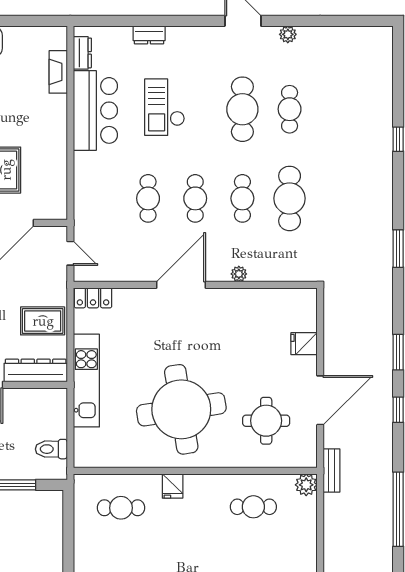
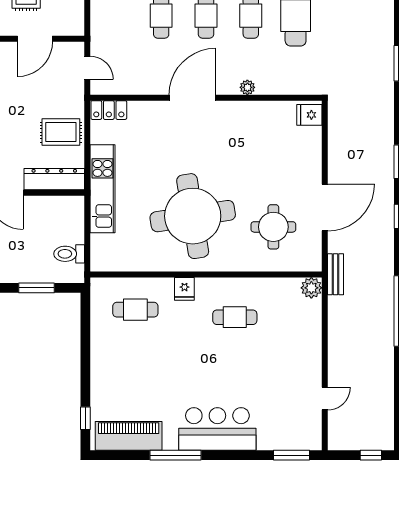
fridge: (304, 344) -> (309, 115), moved
cafe table: (253, 507) -> (235, 317), moved

